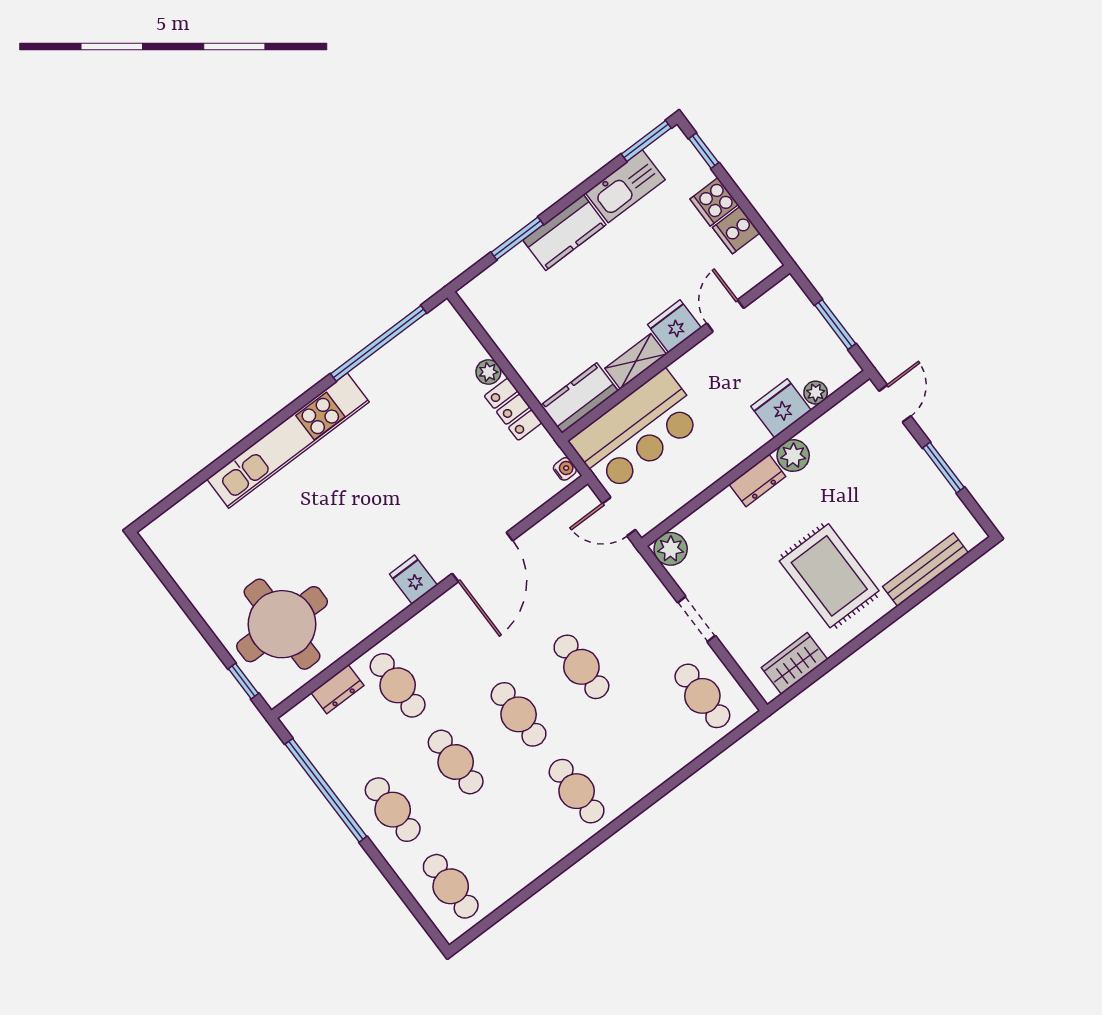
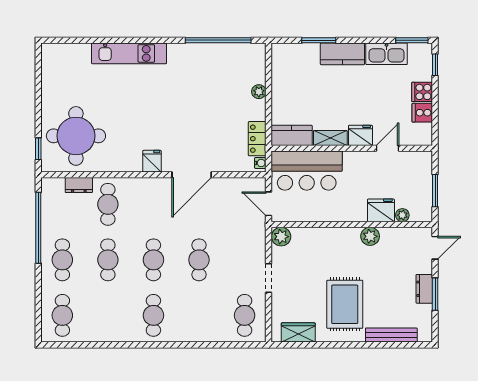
locker: (513, 409) -> (257, 139), moved
kitchen unit: (288, 441) -> (129, 53), width x0.73
dresser: (757, 480) -> (424, 289), moved, turned 90

